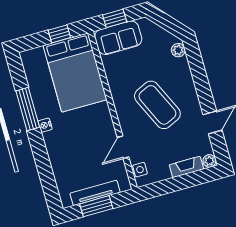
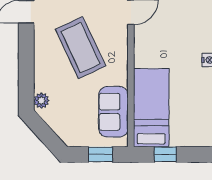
sofa: (118, 38) -> (113, 112), moved, turned -90
bed: (75, 73) -> (151, 108), width x0.67

